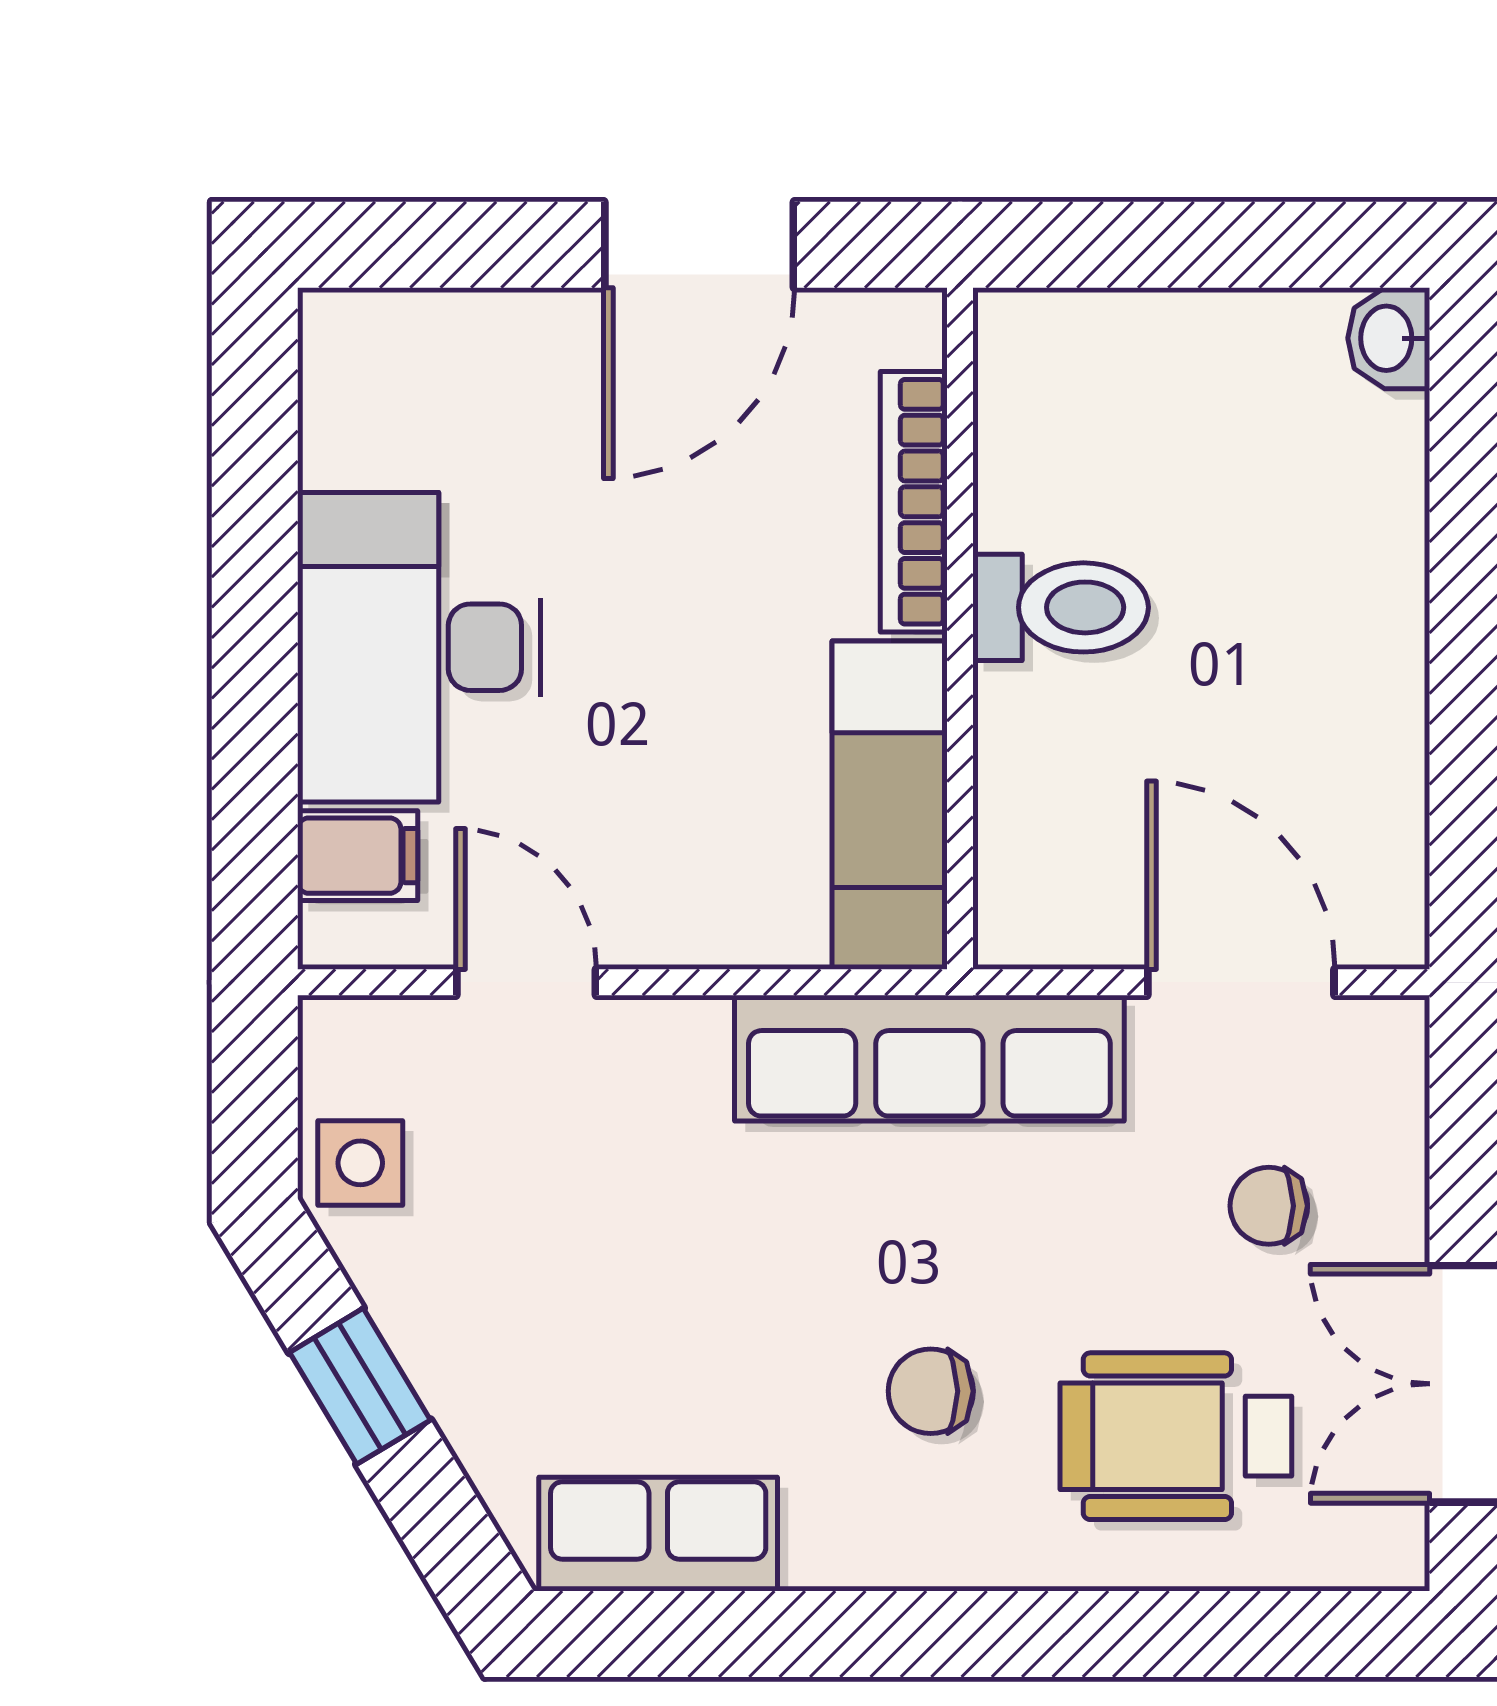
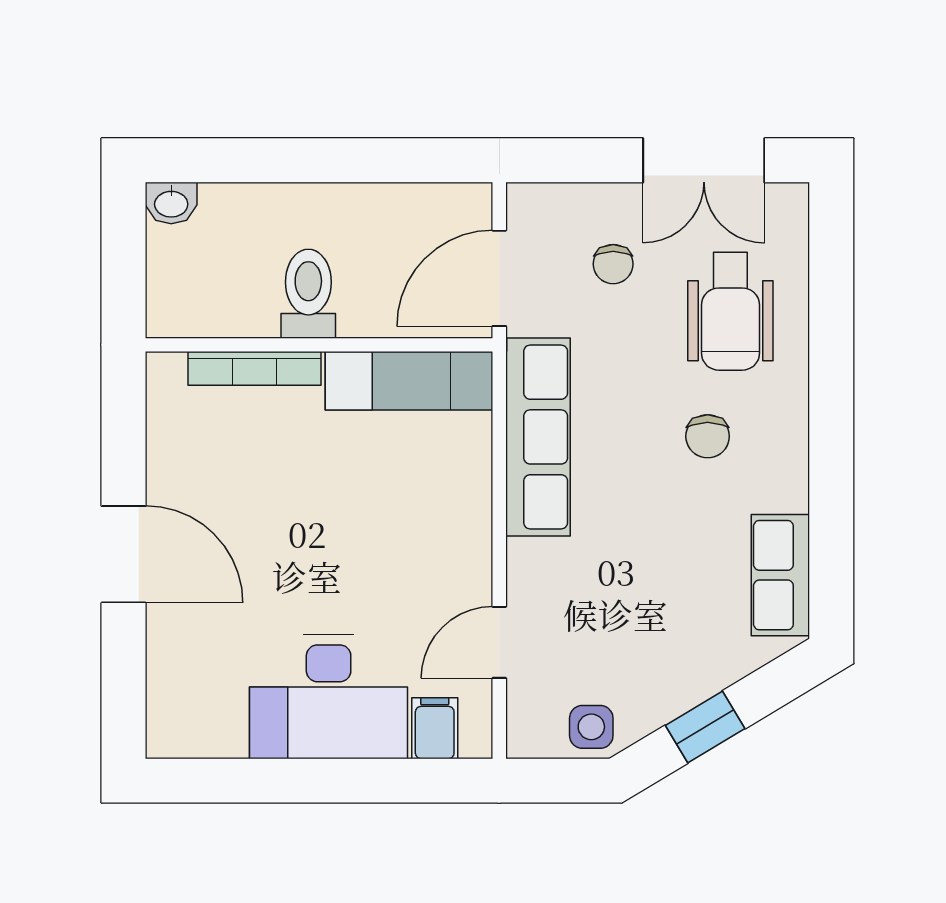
bookcase: (914, 502) -> (255, 368), moved
toilet: (1061, 607) -> (308, 294), moved
wall: (960, 629) -> (319, 345), moved
exam couch: (890, 805) -> (409, 381), moved

